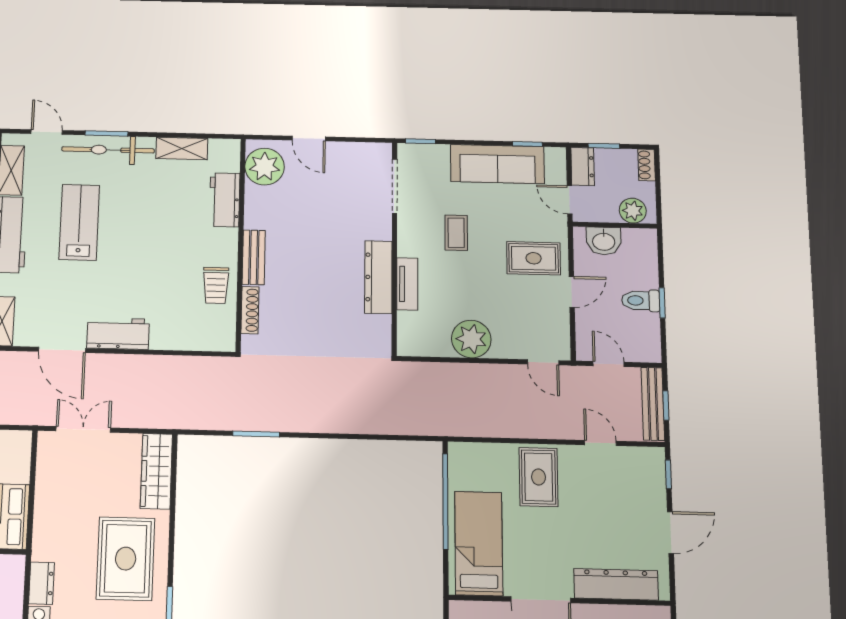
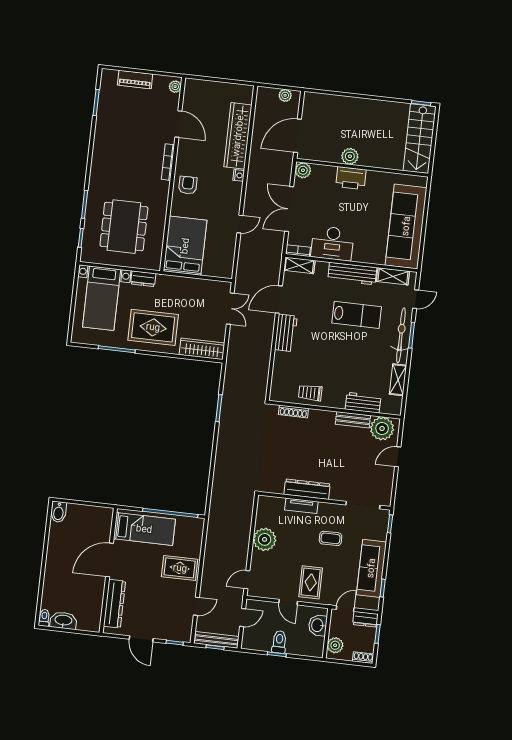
bench: (254, 257) -> (353, 420), moved

